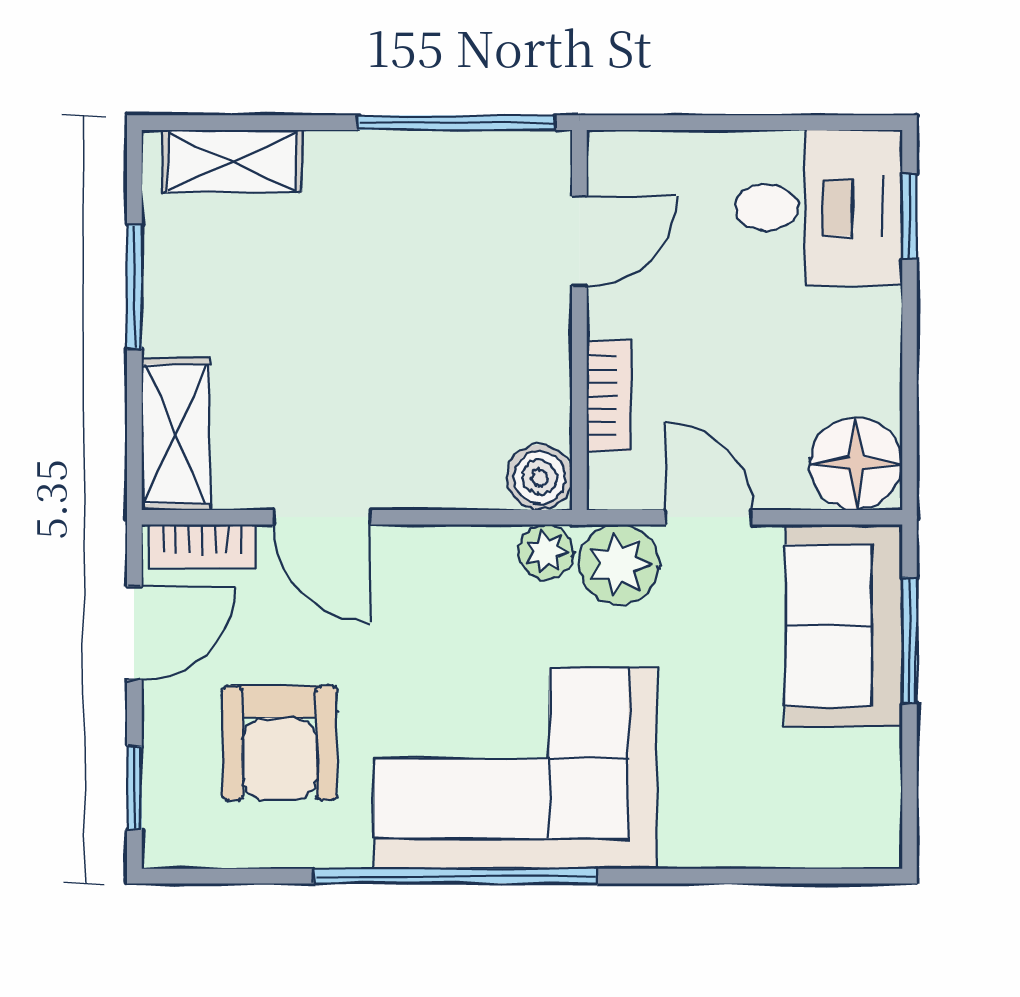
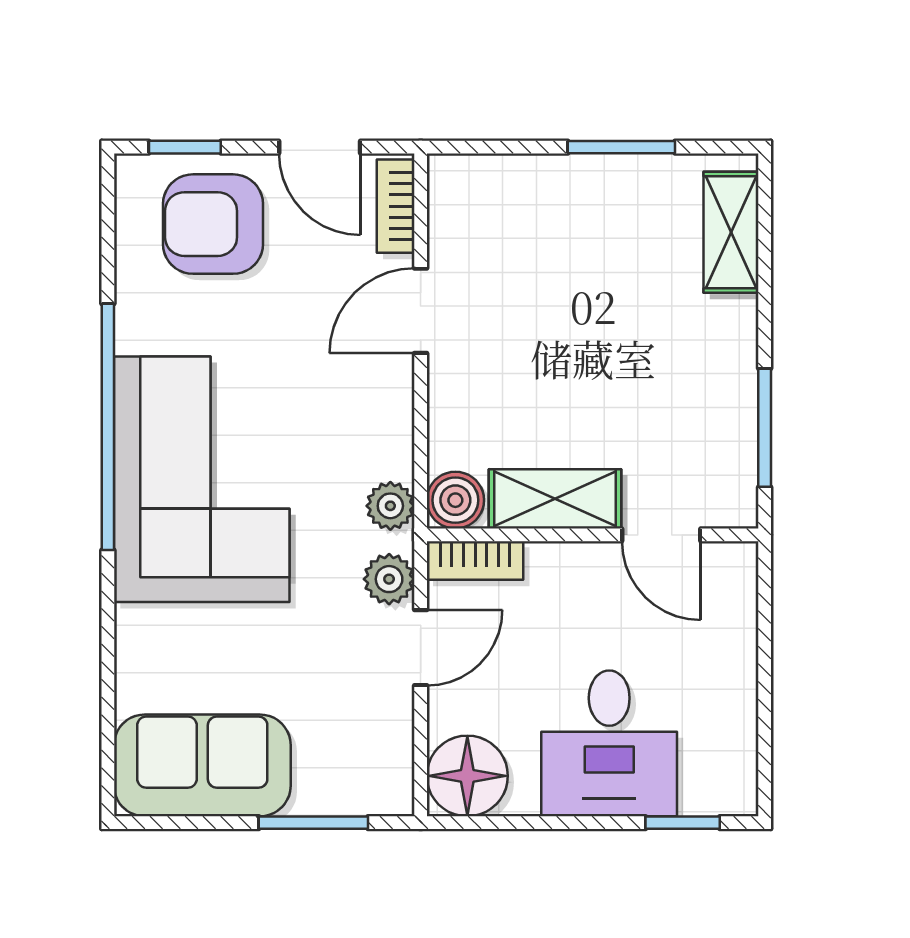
window: (456, 123) -> (765, 428), width x0.69
desk: (819, 207) -> (609, 743), moved
bookcase: (609, 396) -> (475, 560), moved
shelving: (176, 434) -> (555, 499), moved
plant: (619, 564) -> (389, 579), width x0.73, depth x0.73
sofa: (844, 626) -> (202, 765), moved
armchair: (279, 743) -> (213, 224), moved

